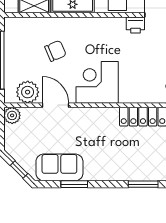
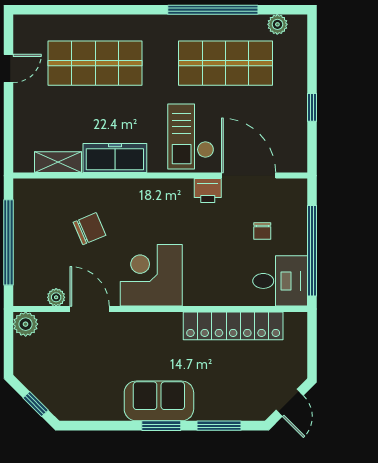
plant: (28, 92) -> (56, 297), width x0.53, depth x0.53
sofa: (59, 167) -> (159, 401), moved
window: (74, 184) -> (161, 426), moved

